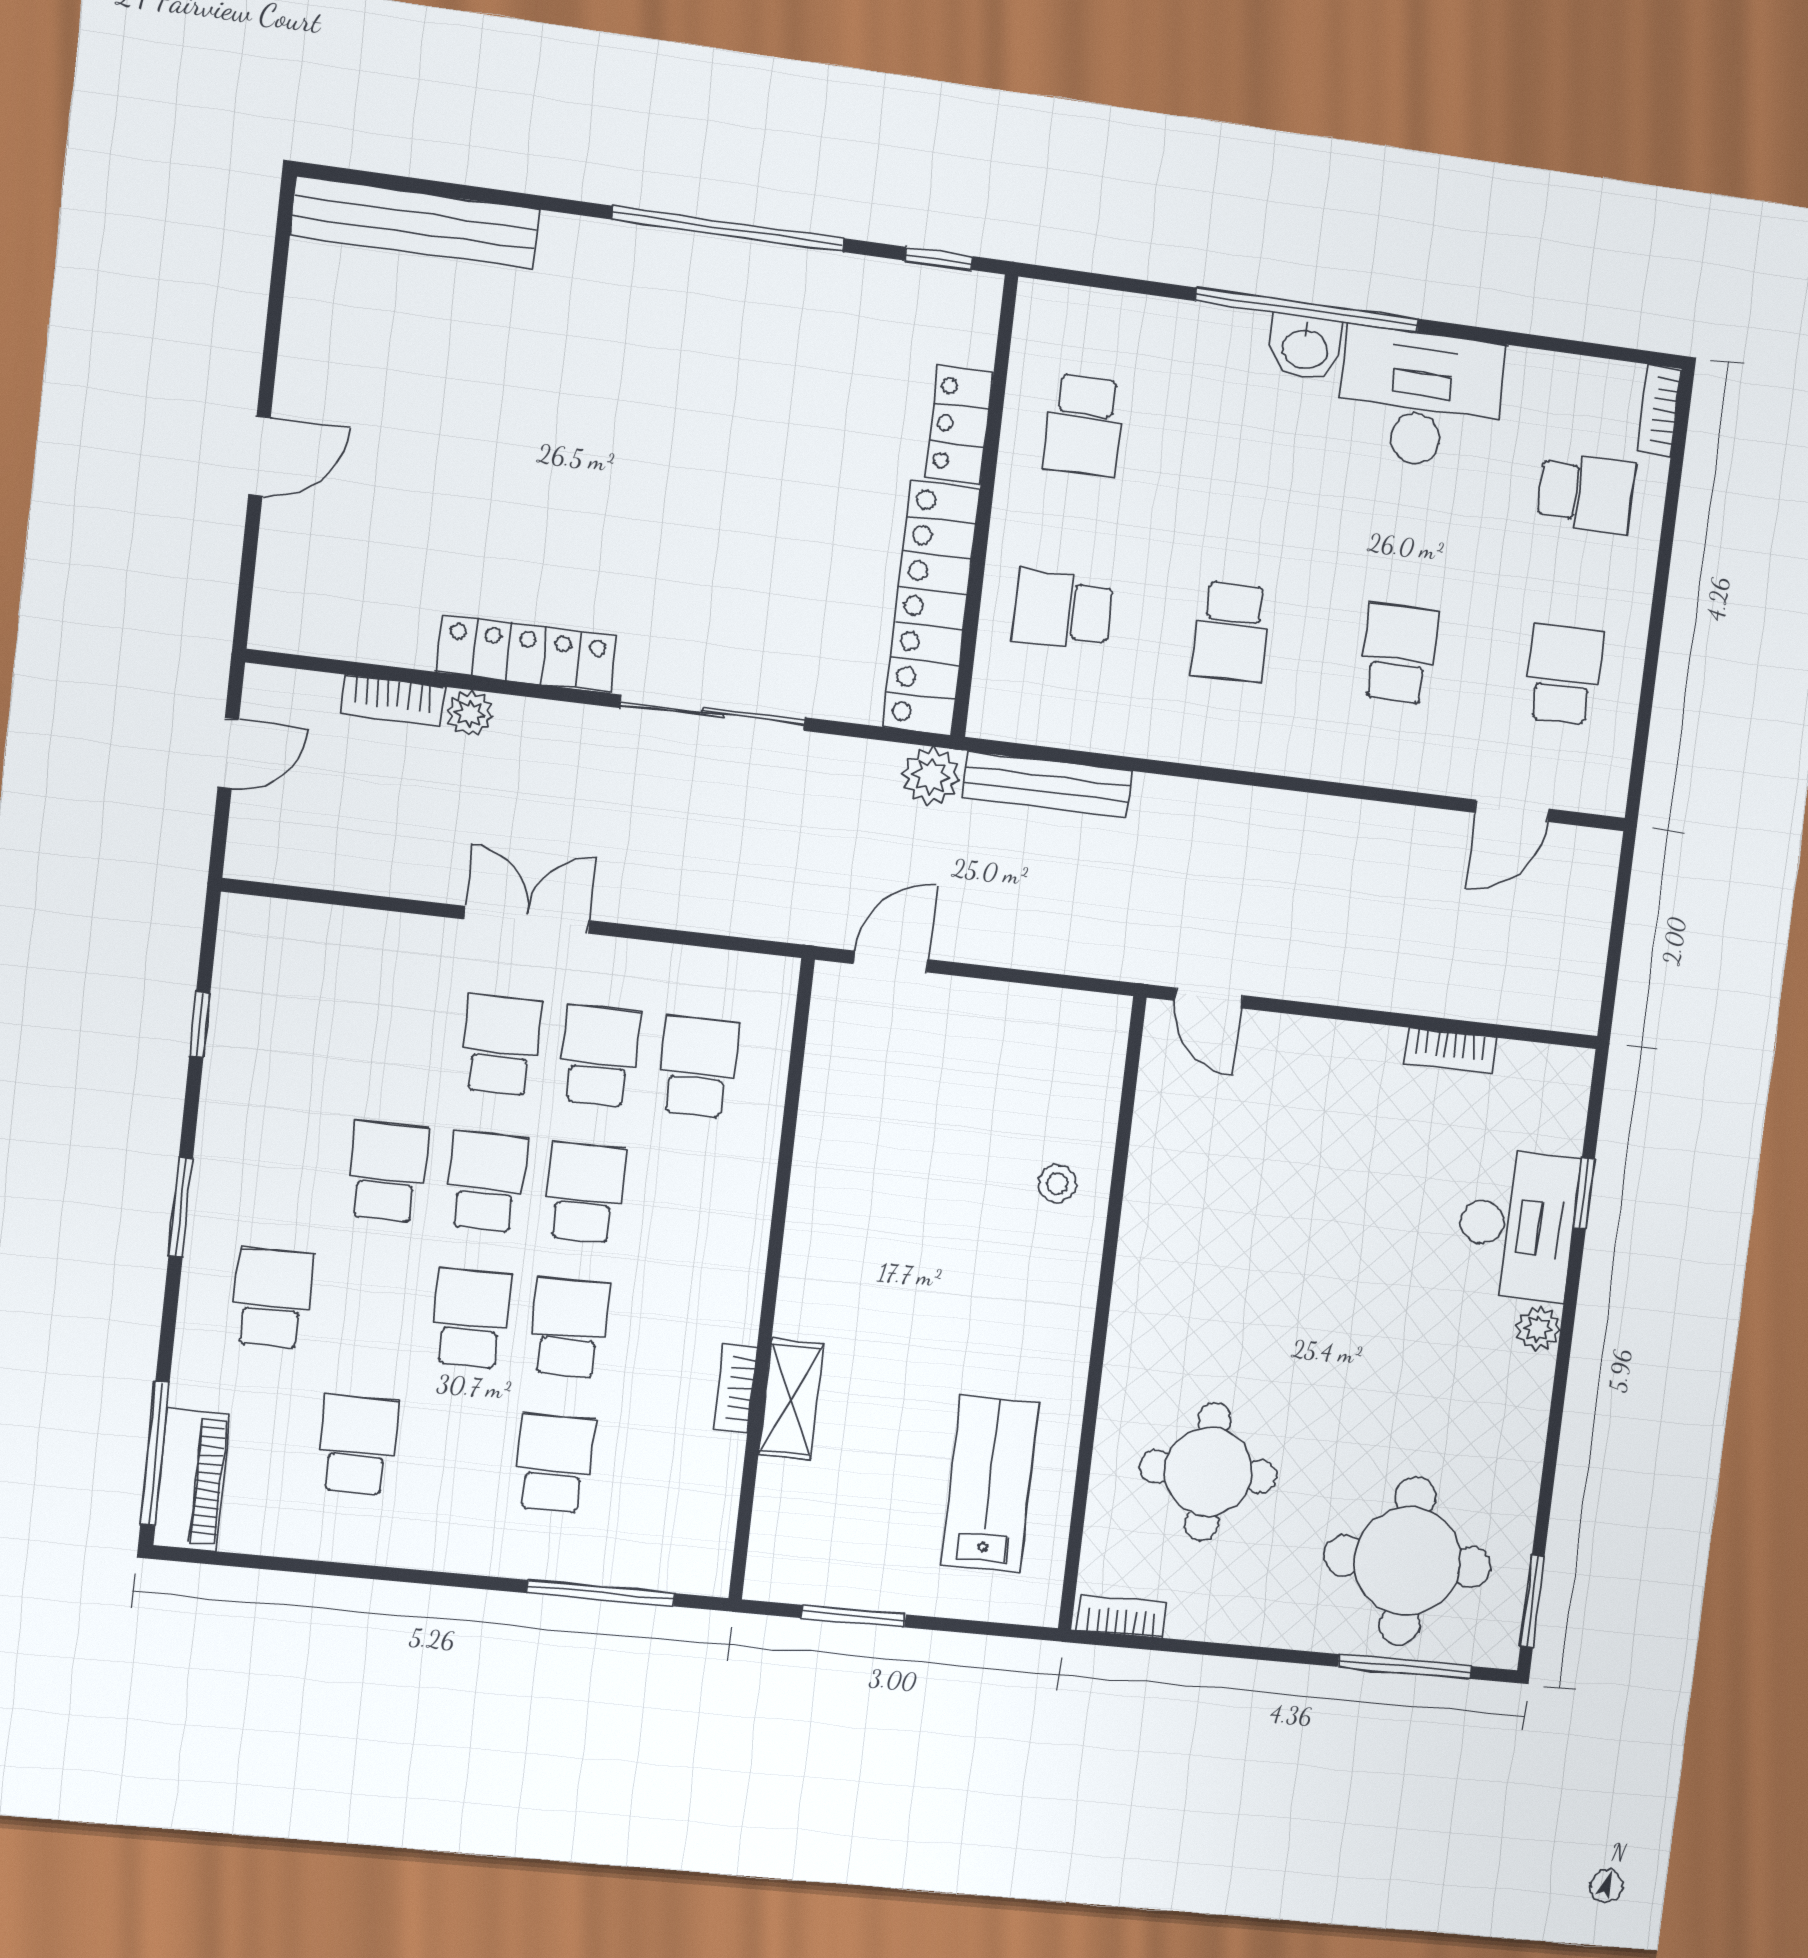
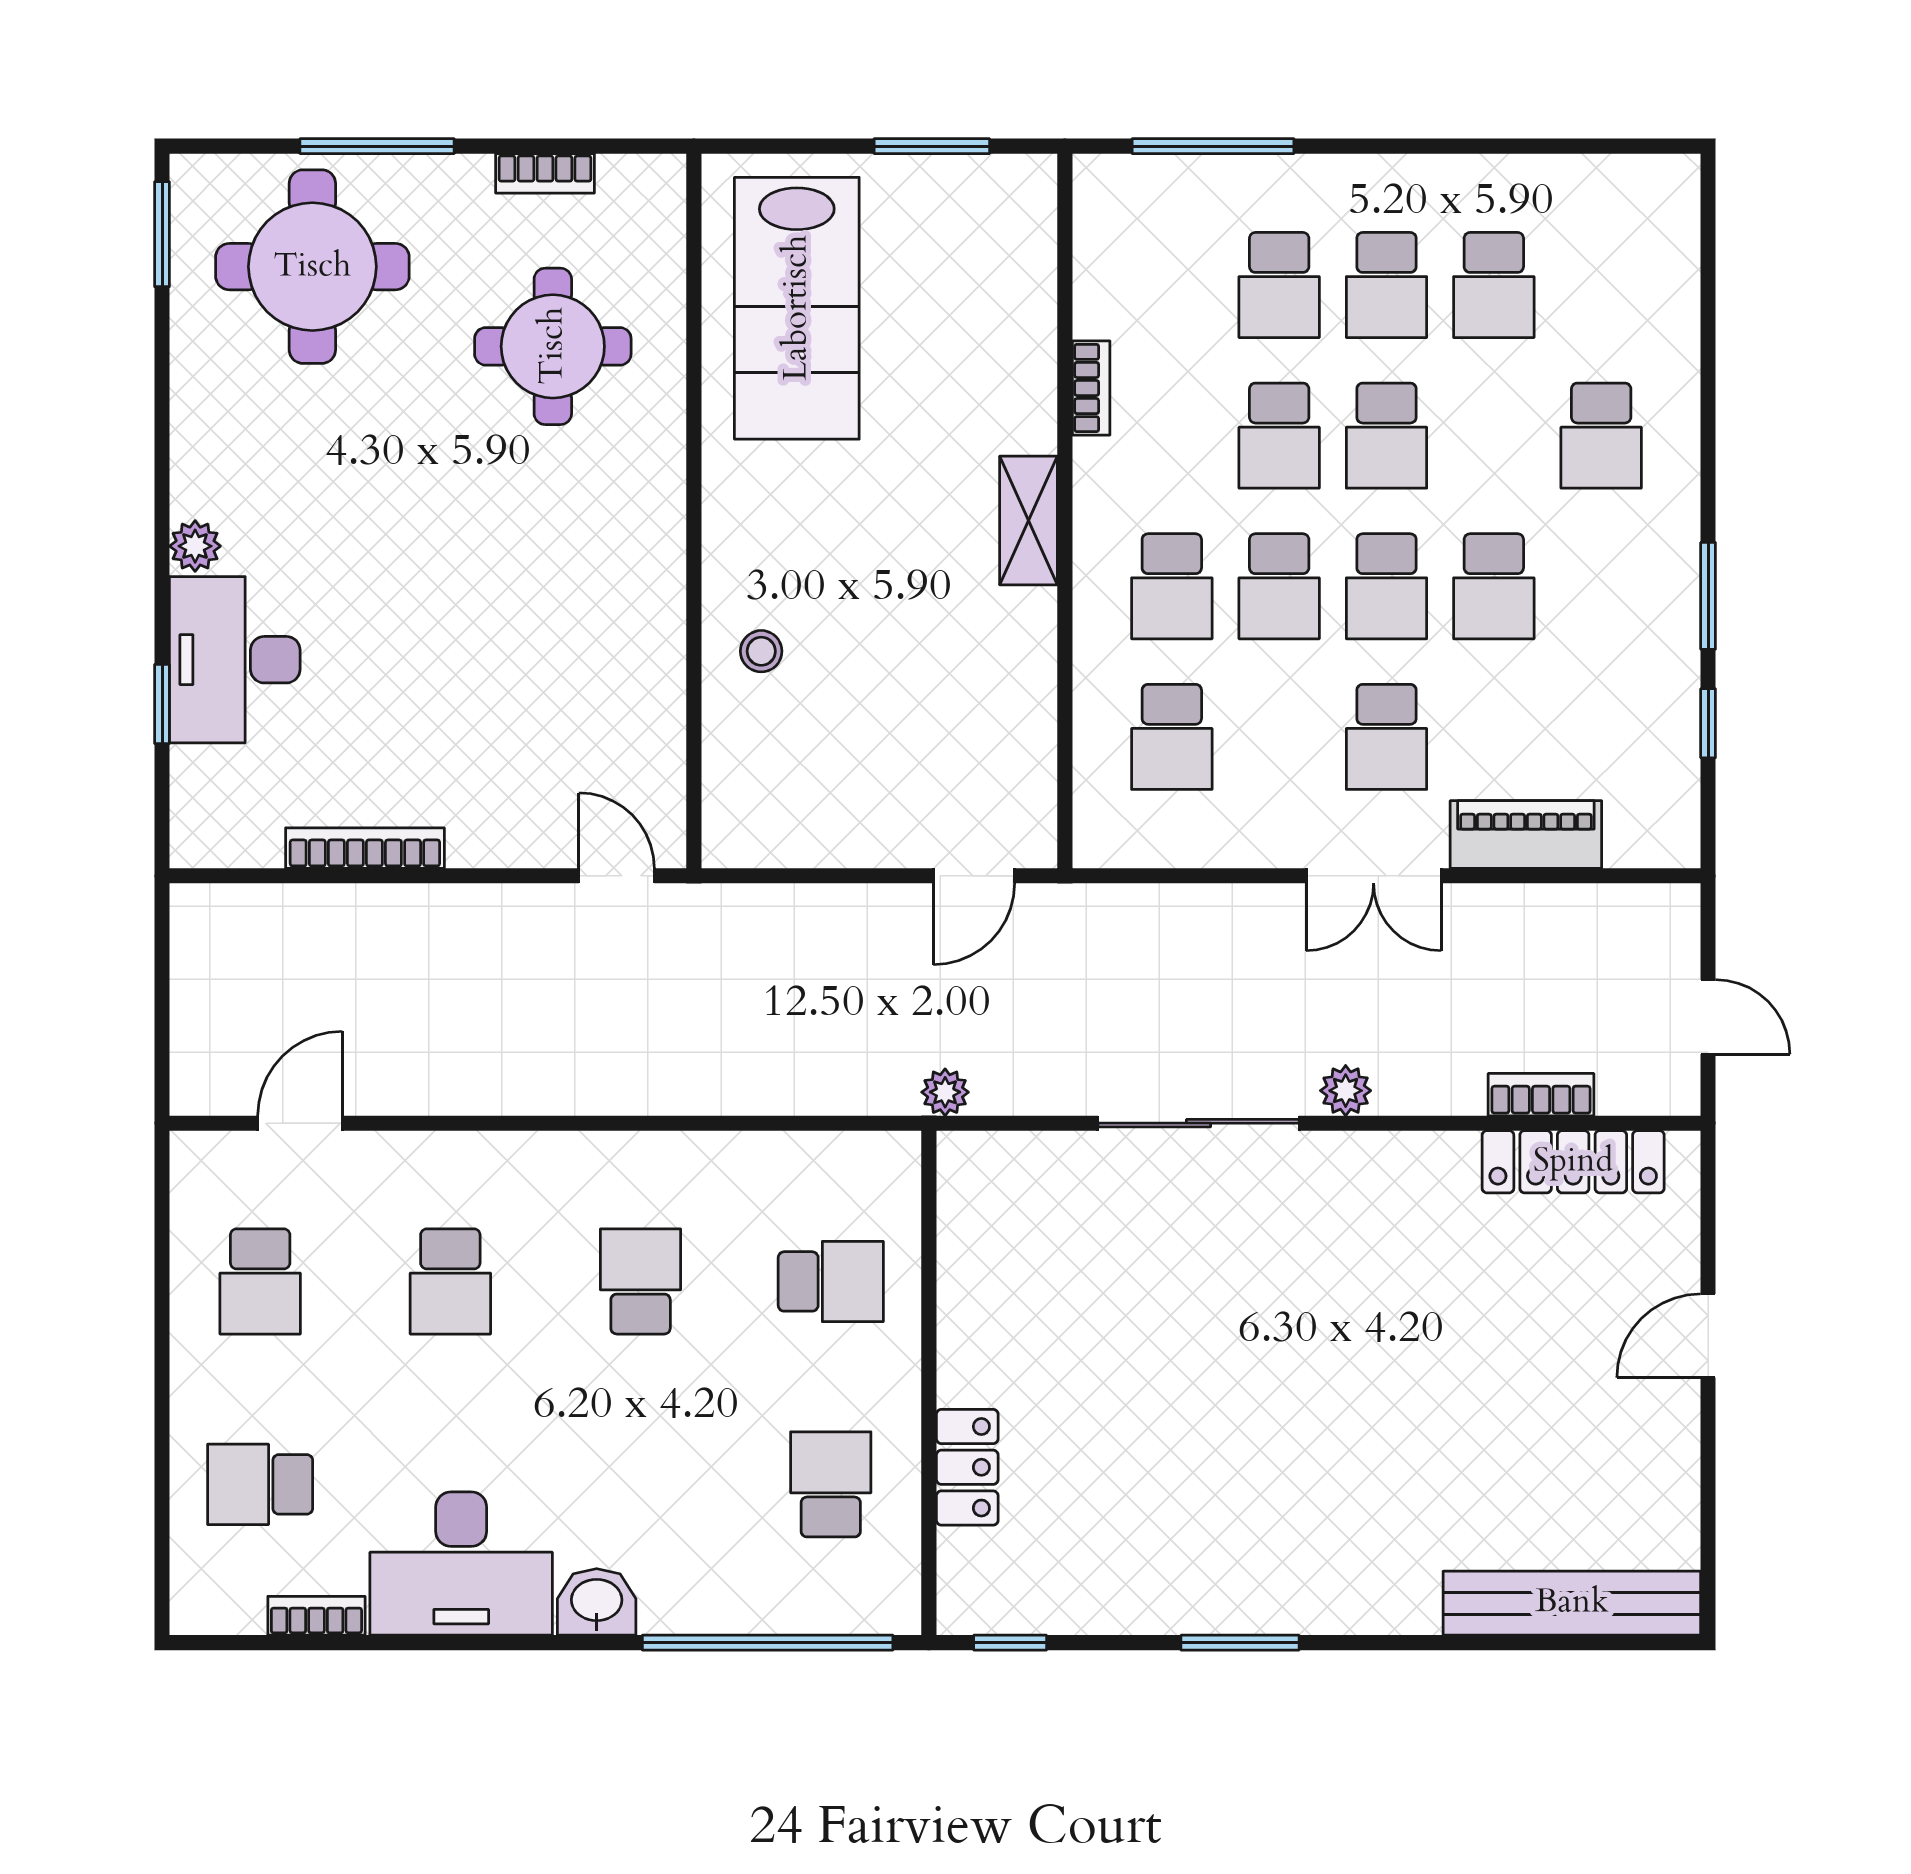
window: (728, 229) -> (1240, 1643), width x0.47
window: (1307, 310) -> (768, 1643), moved
bookcase: (1659, 410) -> (316, 1616), moved, turned -90
locker: (931, 608) -> (975, 1266), removed
locker: (527, 654) -> (1573, 1162), moved
plant: (470, 713) -> (1346, 1091), moved
door: (228, 753) -> (1708, 1017), swing flipped
plant: (931, 776) -> (945, 1092), width x0.73, depth x0.73
bench: (1047, 784) -> (825, 1090), removed
bookcase: (1450, 1050) -> (365, 848), width x1.56
school desk: (600, 1056) -> (1172, 586), moved
window: (181, 1207) -> (1708, 596), moved
shelving: (791, 1399) -> (1029, 520), moved
window: (155, 1454) -> (1708, 254), removed
school desk: (456, 1454) -> (1386, 285), added
piano: (191, 1480) -> (1526, 835), moved, turned 90
lab bench: (990, 1484) -> (797, 308), width x1.36, depth x1.39
bookcase: (1122, 1617) -> (545, 173), moved
window: (1405, 1666) -> (377, 146), moved

